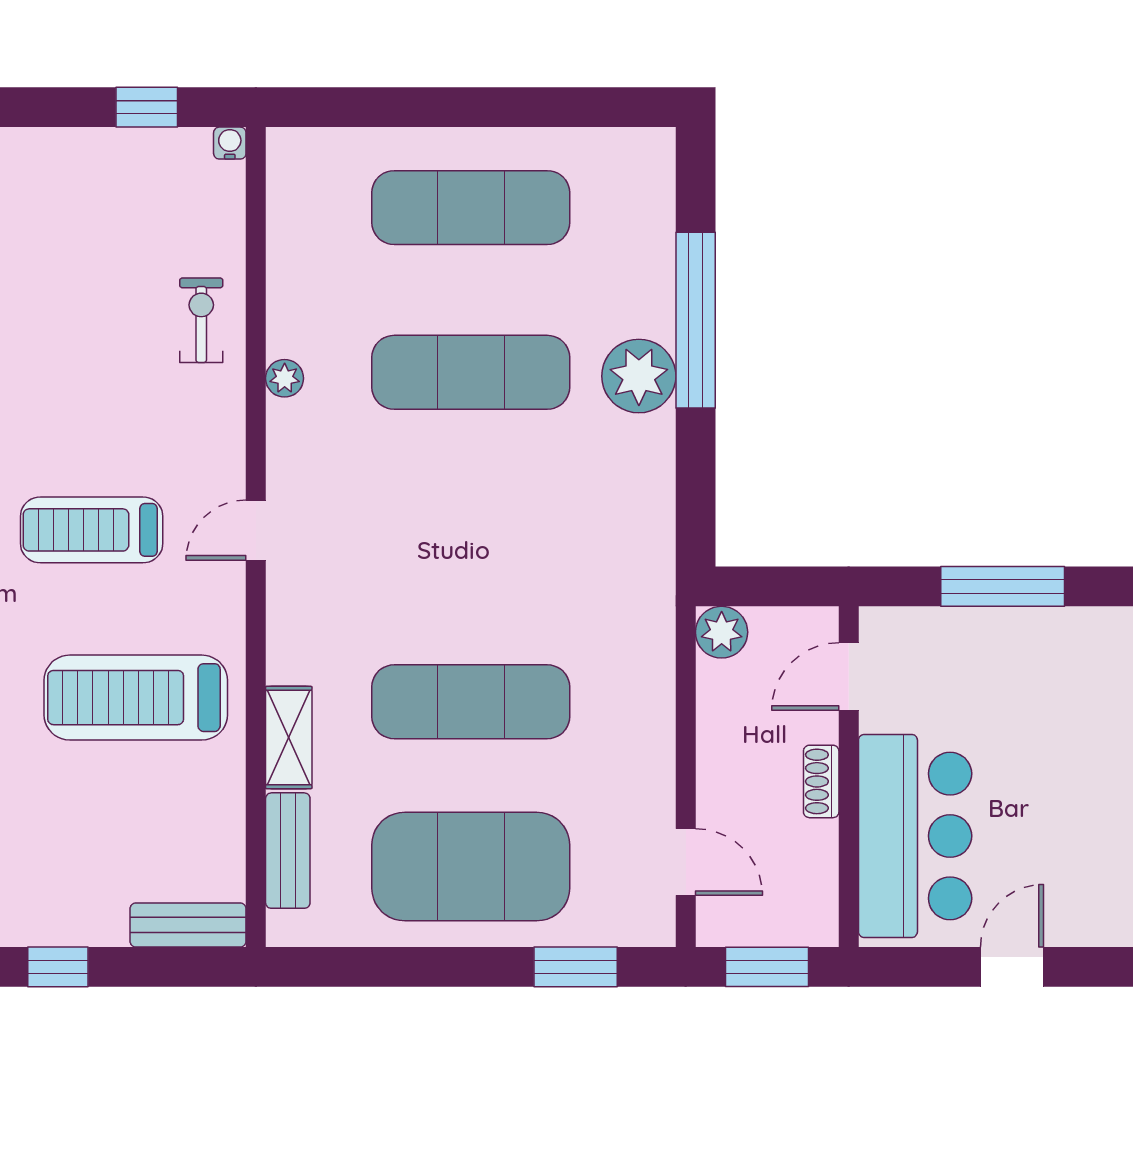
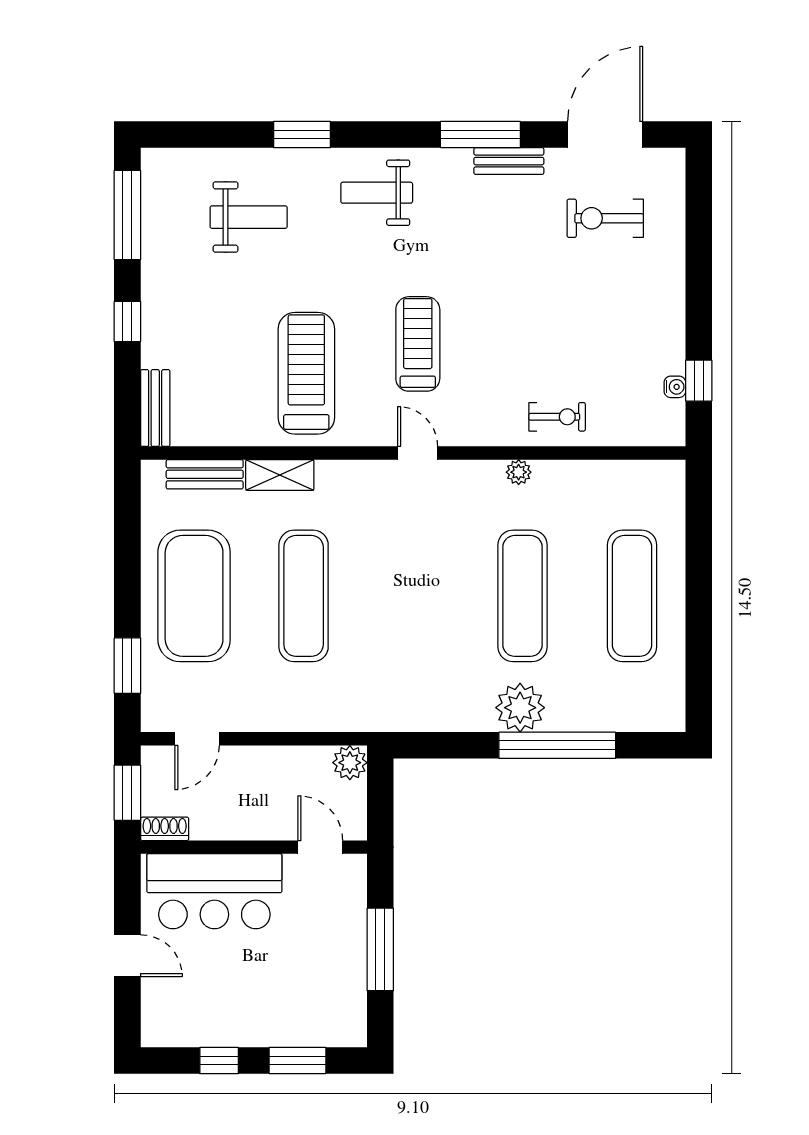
water cooler: (230, 143) -> (675, 387), moved
shoe rack: (821, 781) -> (165, 829), moved

